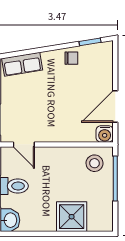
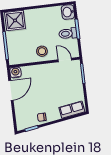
stool: (95, 163) -> (42, 51), moved
shower: (72, 217) -> (15, 20), moved

